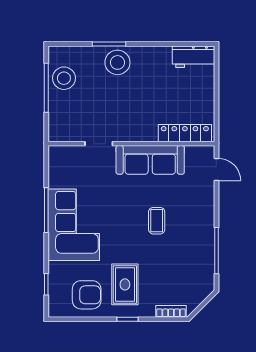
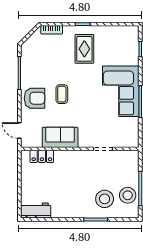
stool: (117, 62) -> (105, 199), moved
locker: (185, 133) -> (42, 156), width x0.66
sofa: (150, 160) -> (60, 137), width x0.73
armchair: (87, 295) -> (34, 98), moved, turned 180

